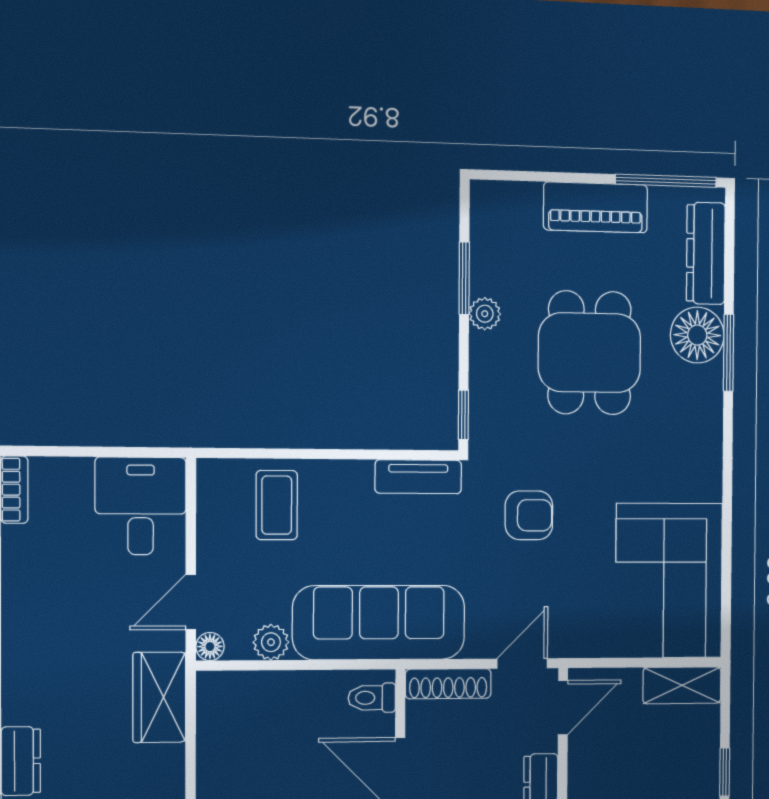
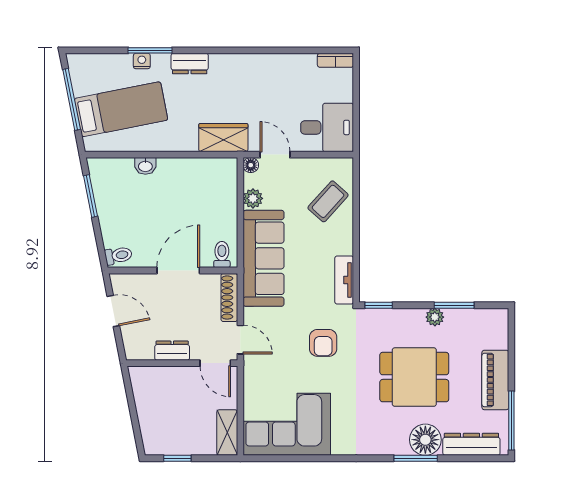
coffee table: (277, 505) -> (328, 201), turned -48

